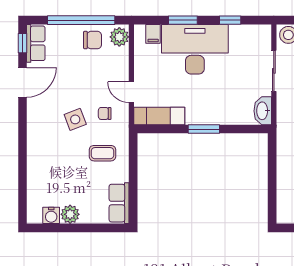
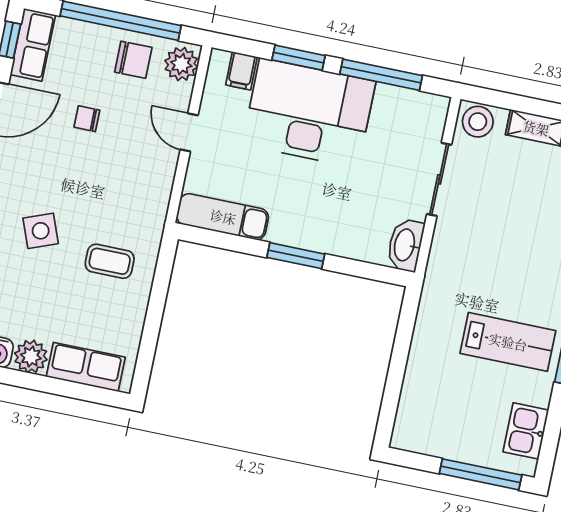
window: (230, 20) -> (381, 75), width x2.17
door: (131, 92) -> (189, 132), moved
chair: (105, 113) -> (87, 119), moved
side table: (75, 119) -> (41, 231), moved
row of seats: (119, 203) -> (86, 367), moved, turned 90

